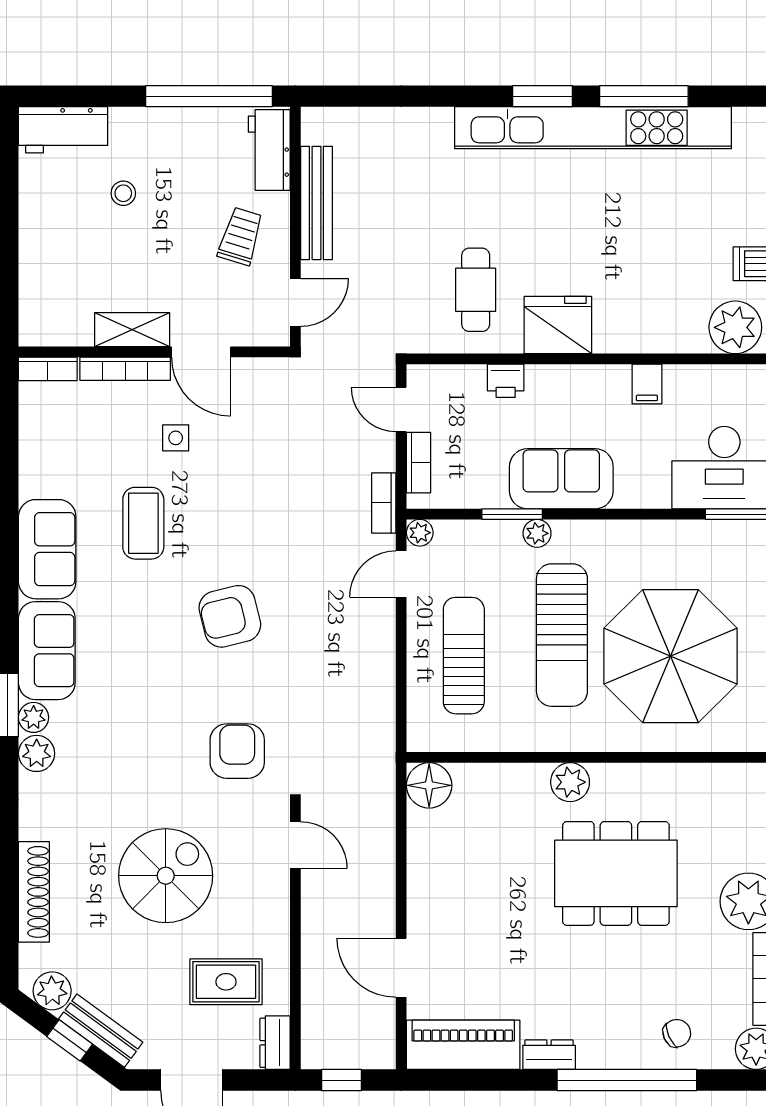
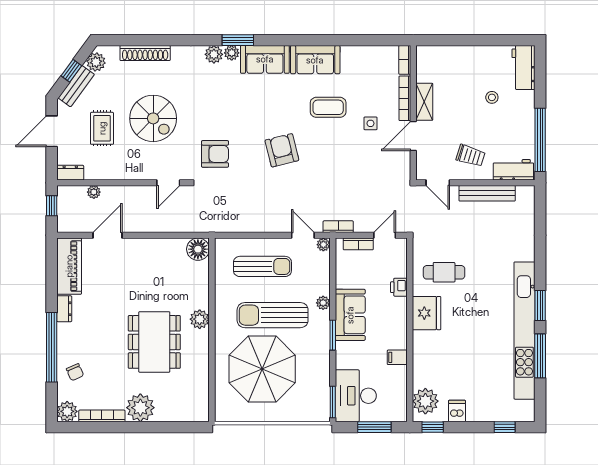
window: (512, 514) -> (333, 335), moved
rug: (226, 982) -> (102, 128), moved
plant: (314, 995) -> (94, 192), added

